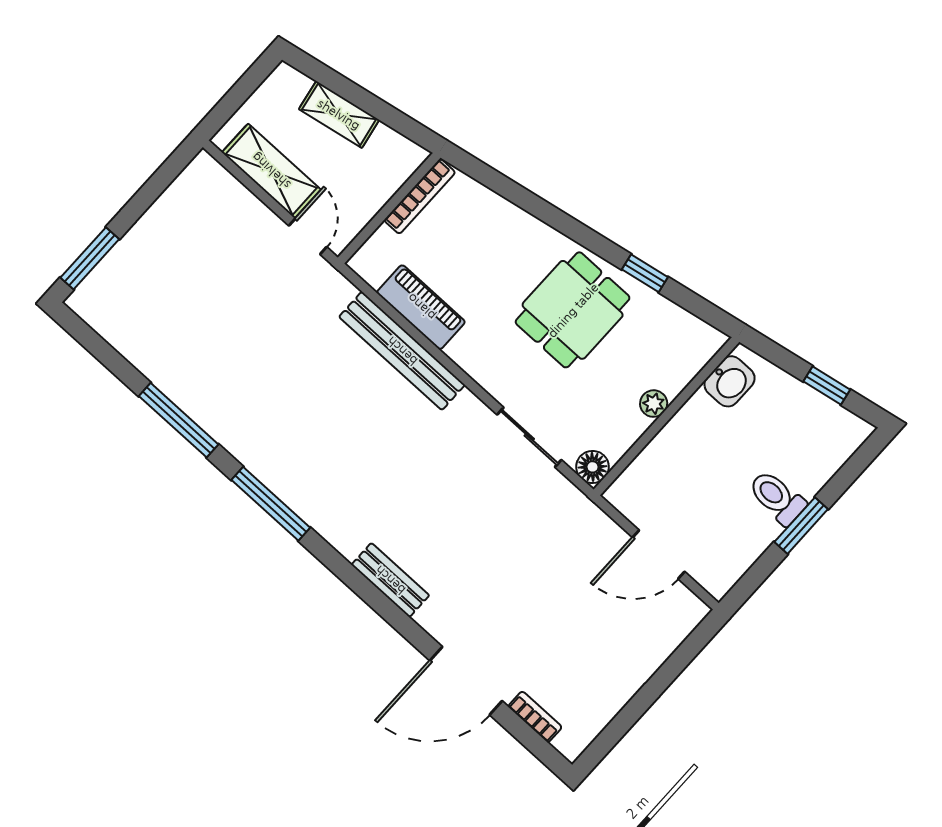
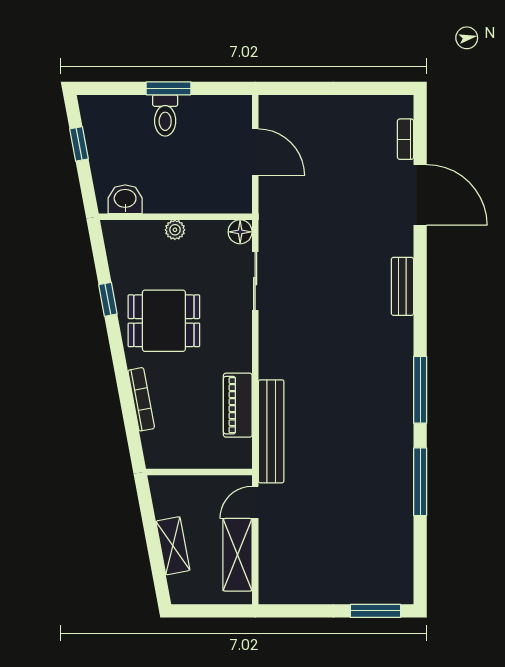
bookcase: (420, 196) -> (141, 399), moved, turned 79
bench: (402, 351) -> (271, 431), moved

